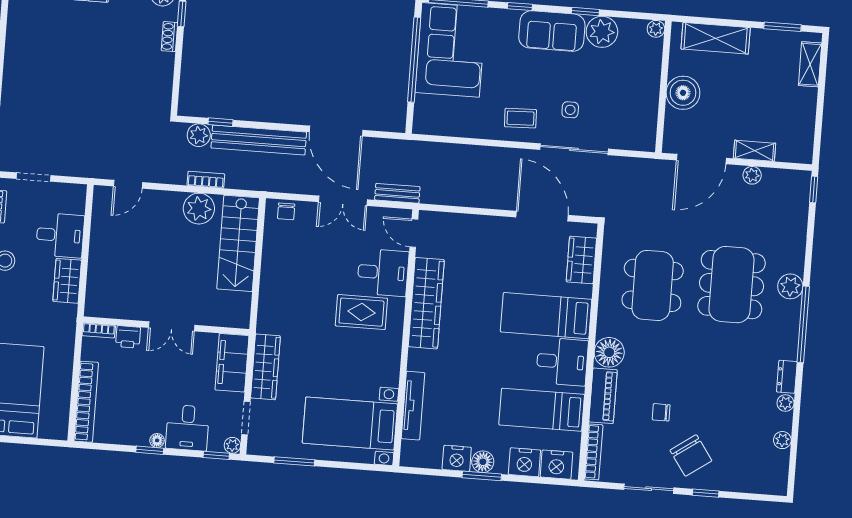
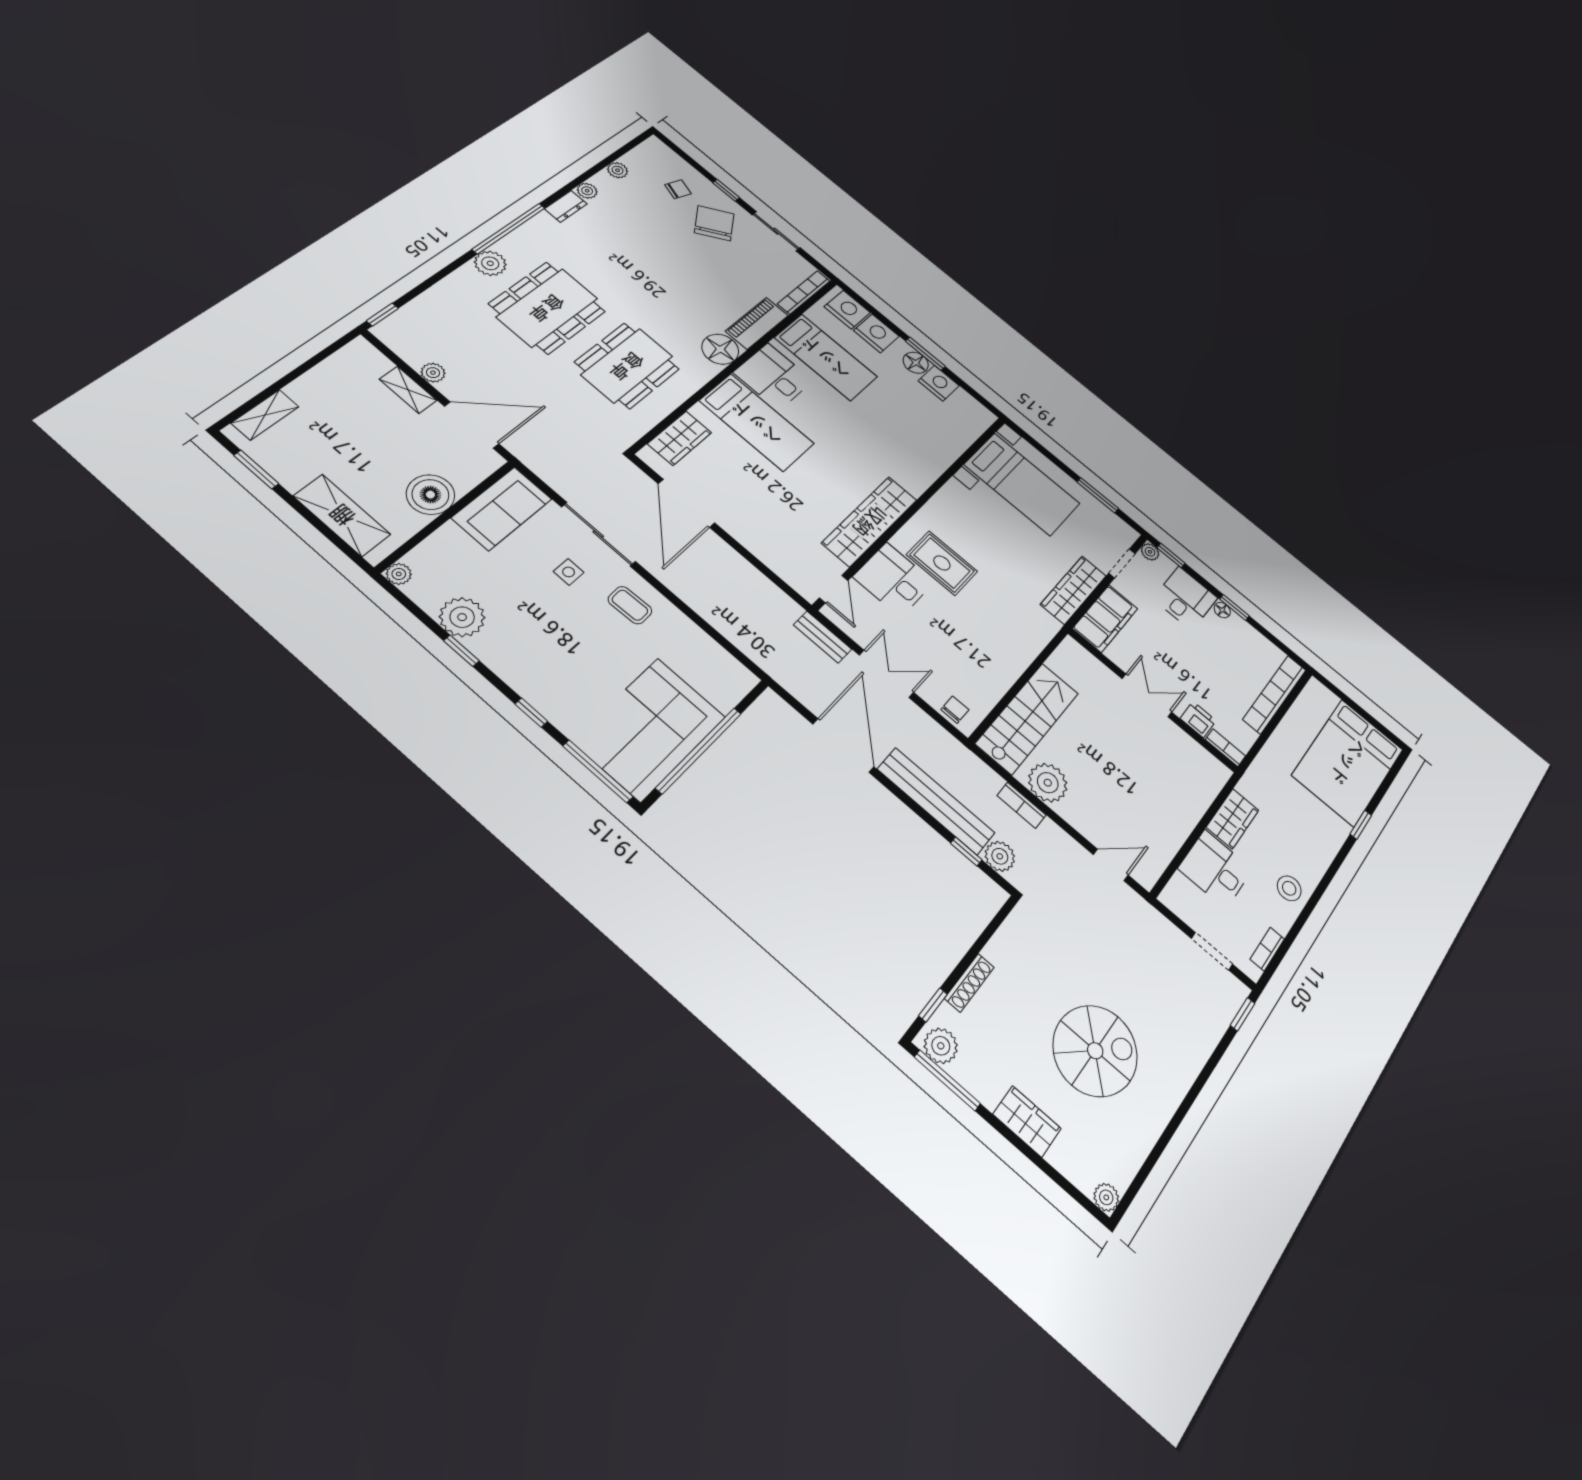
sofa: (552, 31) -> (502, 508), moved, turned 90
shoe rack: (169, 37) -> (969, 983), width x1.43
spiral stairs: (72, 59) -> (1095, 1051), added
tv unit: (413, 406) -> (949, 452), removed
chair: (661, 412) -> (678, 189), moved, turned -72

